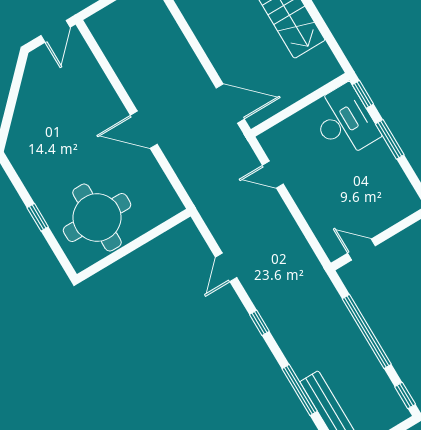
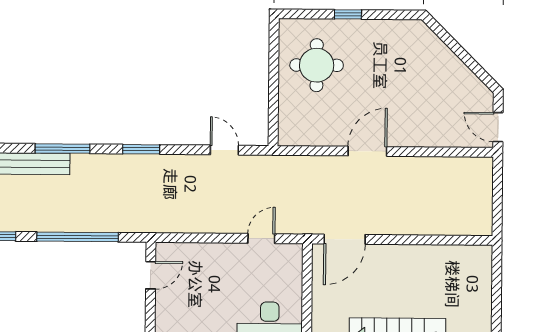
round table: (97, 218) -> (317, 65), width x0.73, depth x0.73
door: (226, 267) -> (224, 150), moved
window: (259, 323) -> (141, 149), width x1.50

